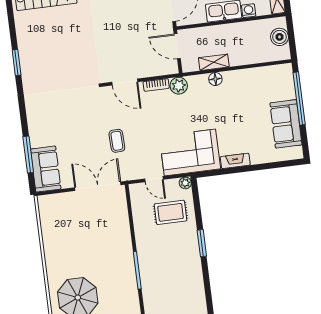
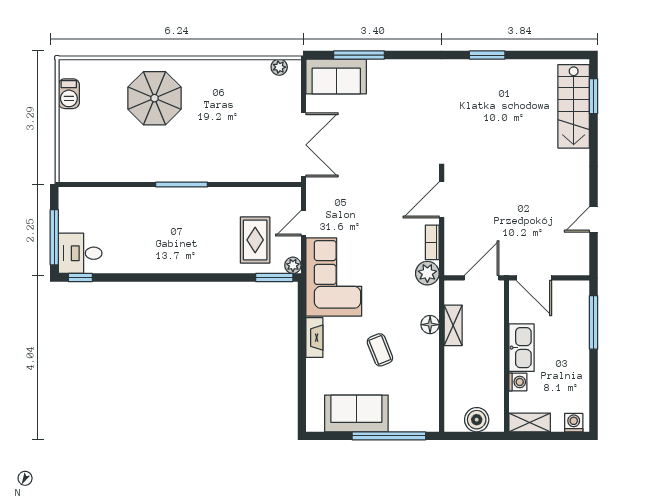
coffee table: (117, 141) -> (380, 350), moved, turned 70
plant: (44, 211) -> (279, 67), added
window: (202, 243) -> (274, 278), moved

